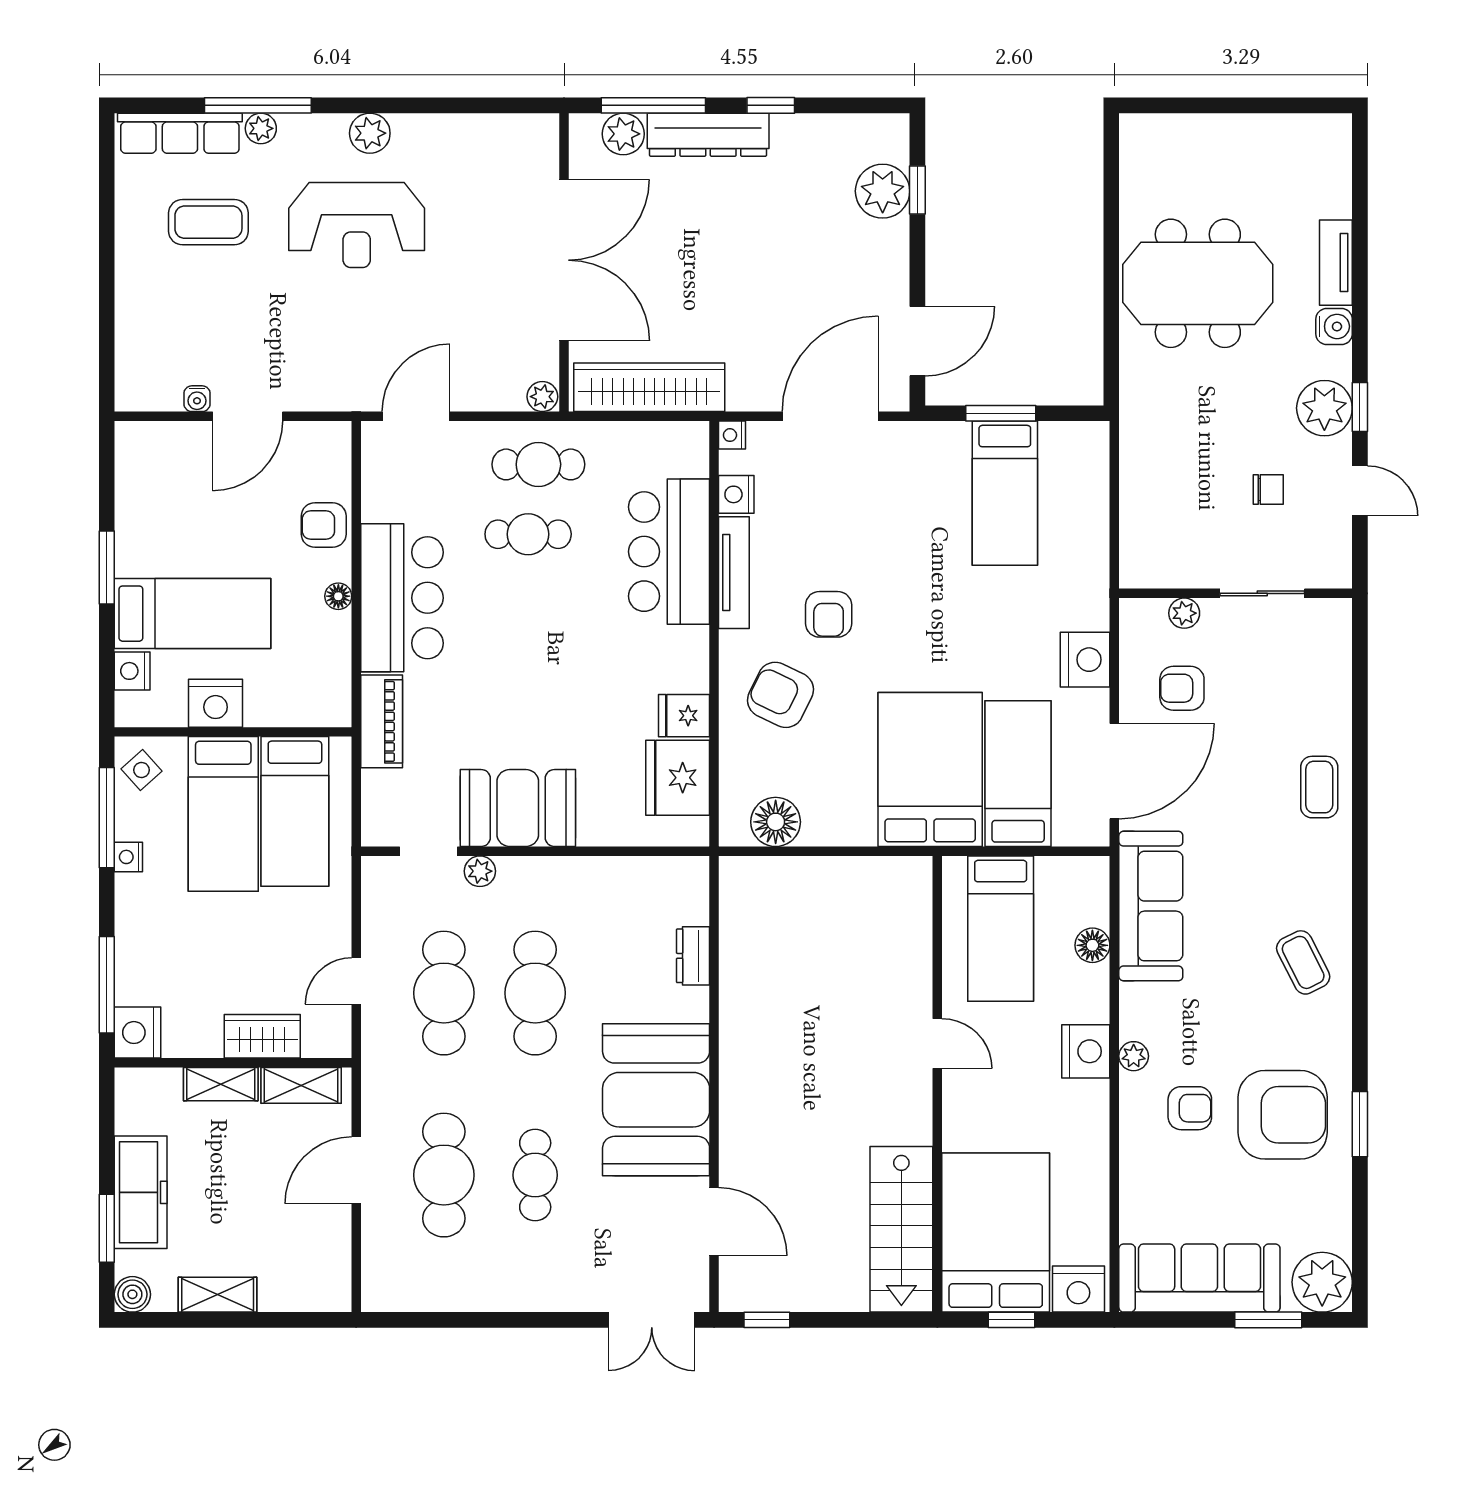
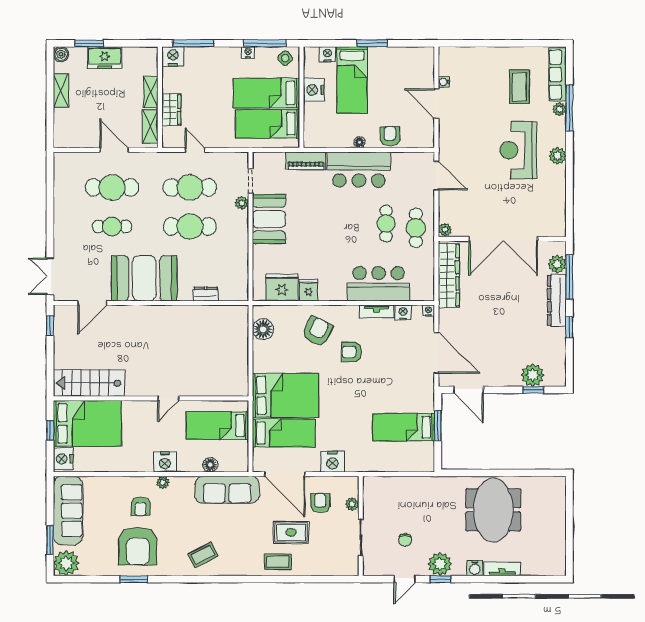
tv unit: (734, 573) -> (377, 311), width x0.71
rug: (1251, 756) -> (291, 532), added
freezer: (141, 1192) -> (105, 58), width x0.71

